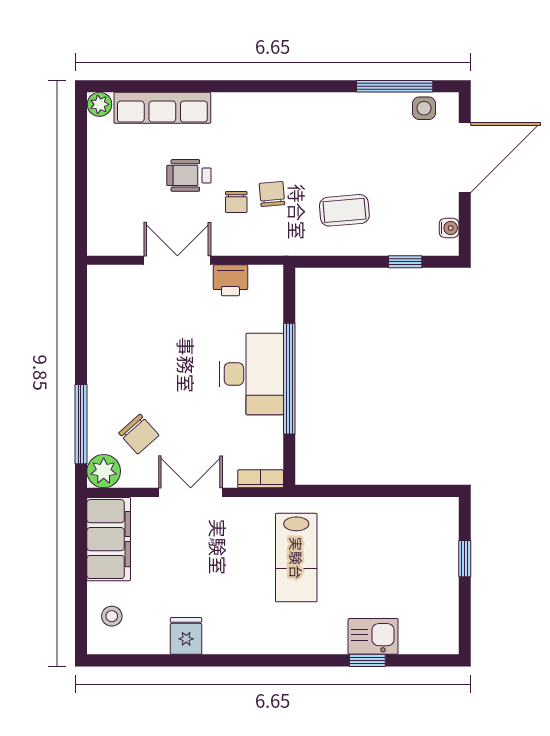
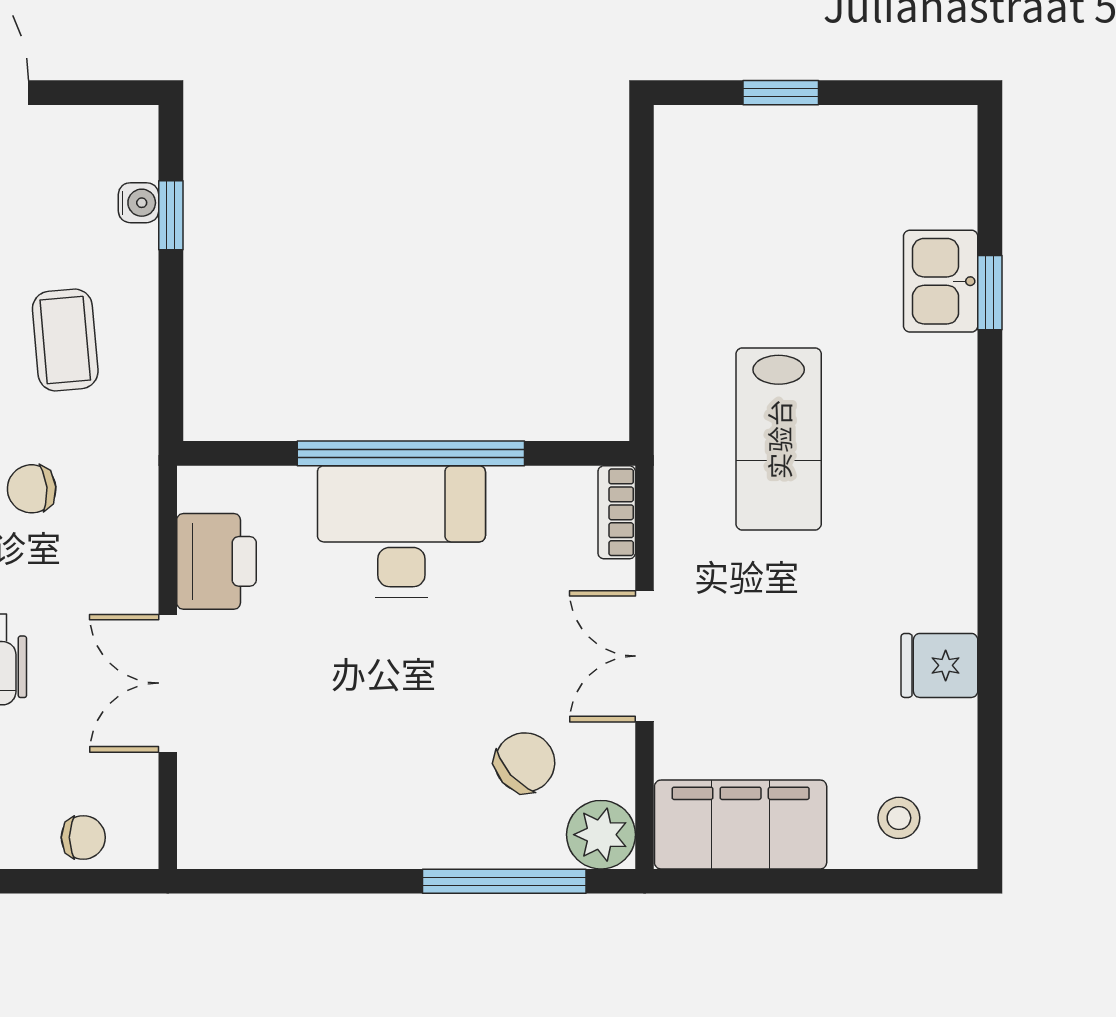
chair: (236, 202) -> (83, 837), moved
water cooler: (449, 228) -> (138, 203), moved, turned 90
printer: (230, 280) -> (217, 561), width x1.36, depth x1.24
lab bench: (296, 558) -> (779, 439), turned 90

